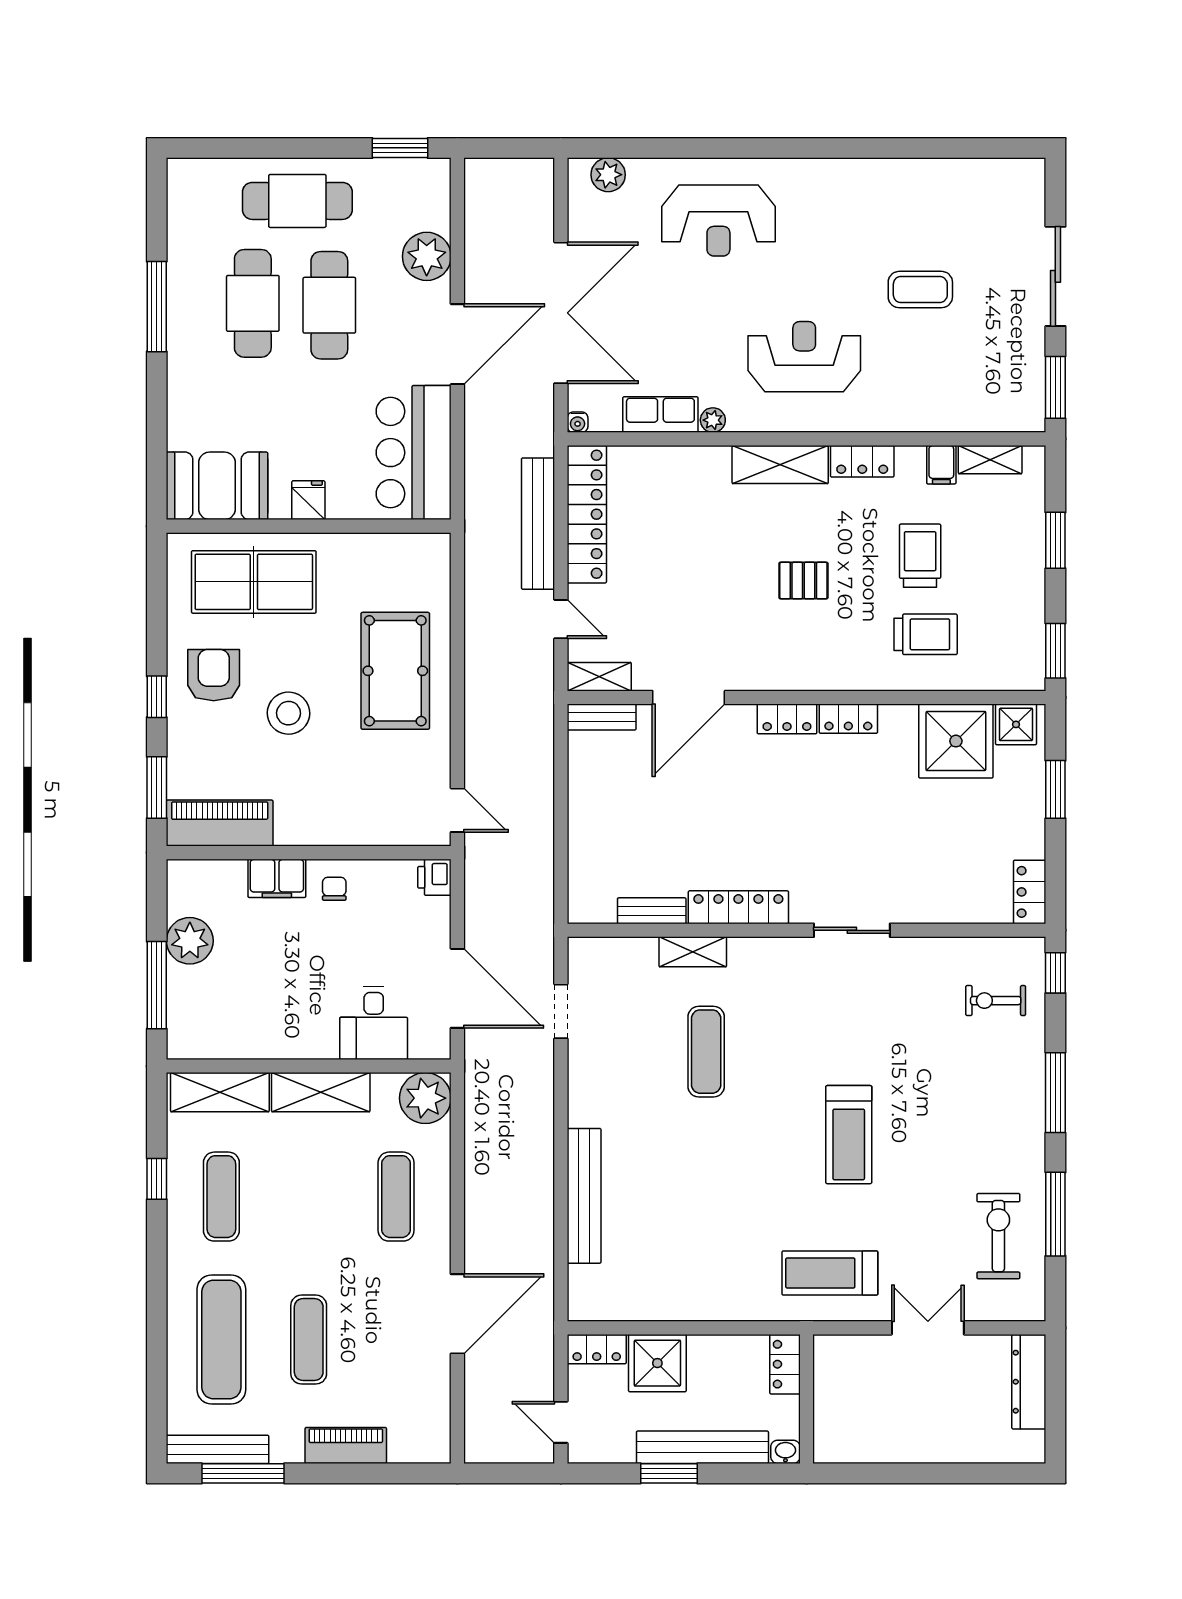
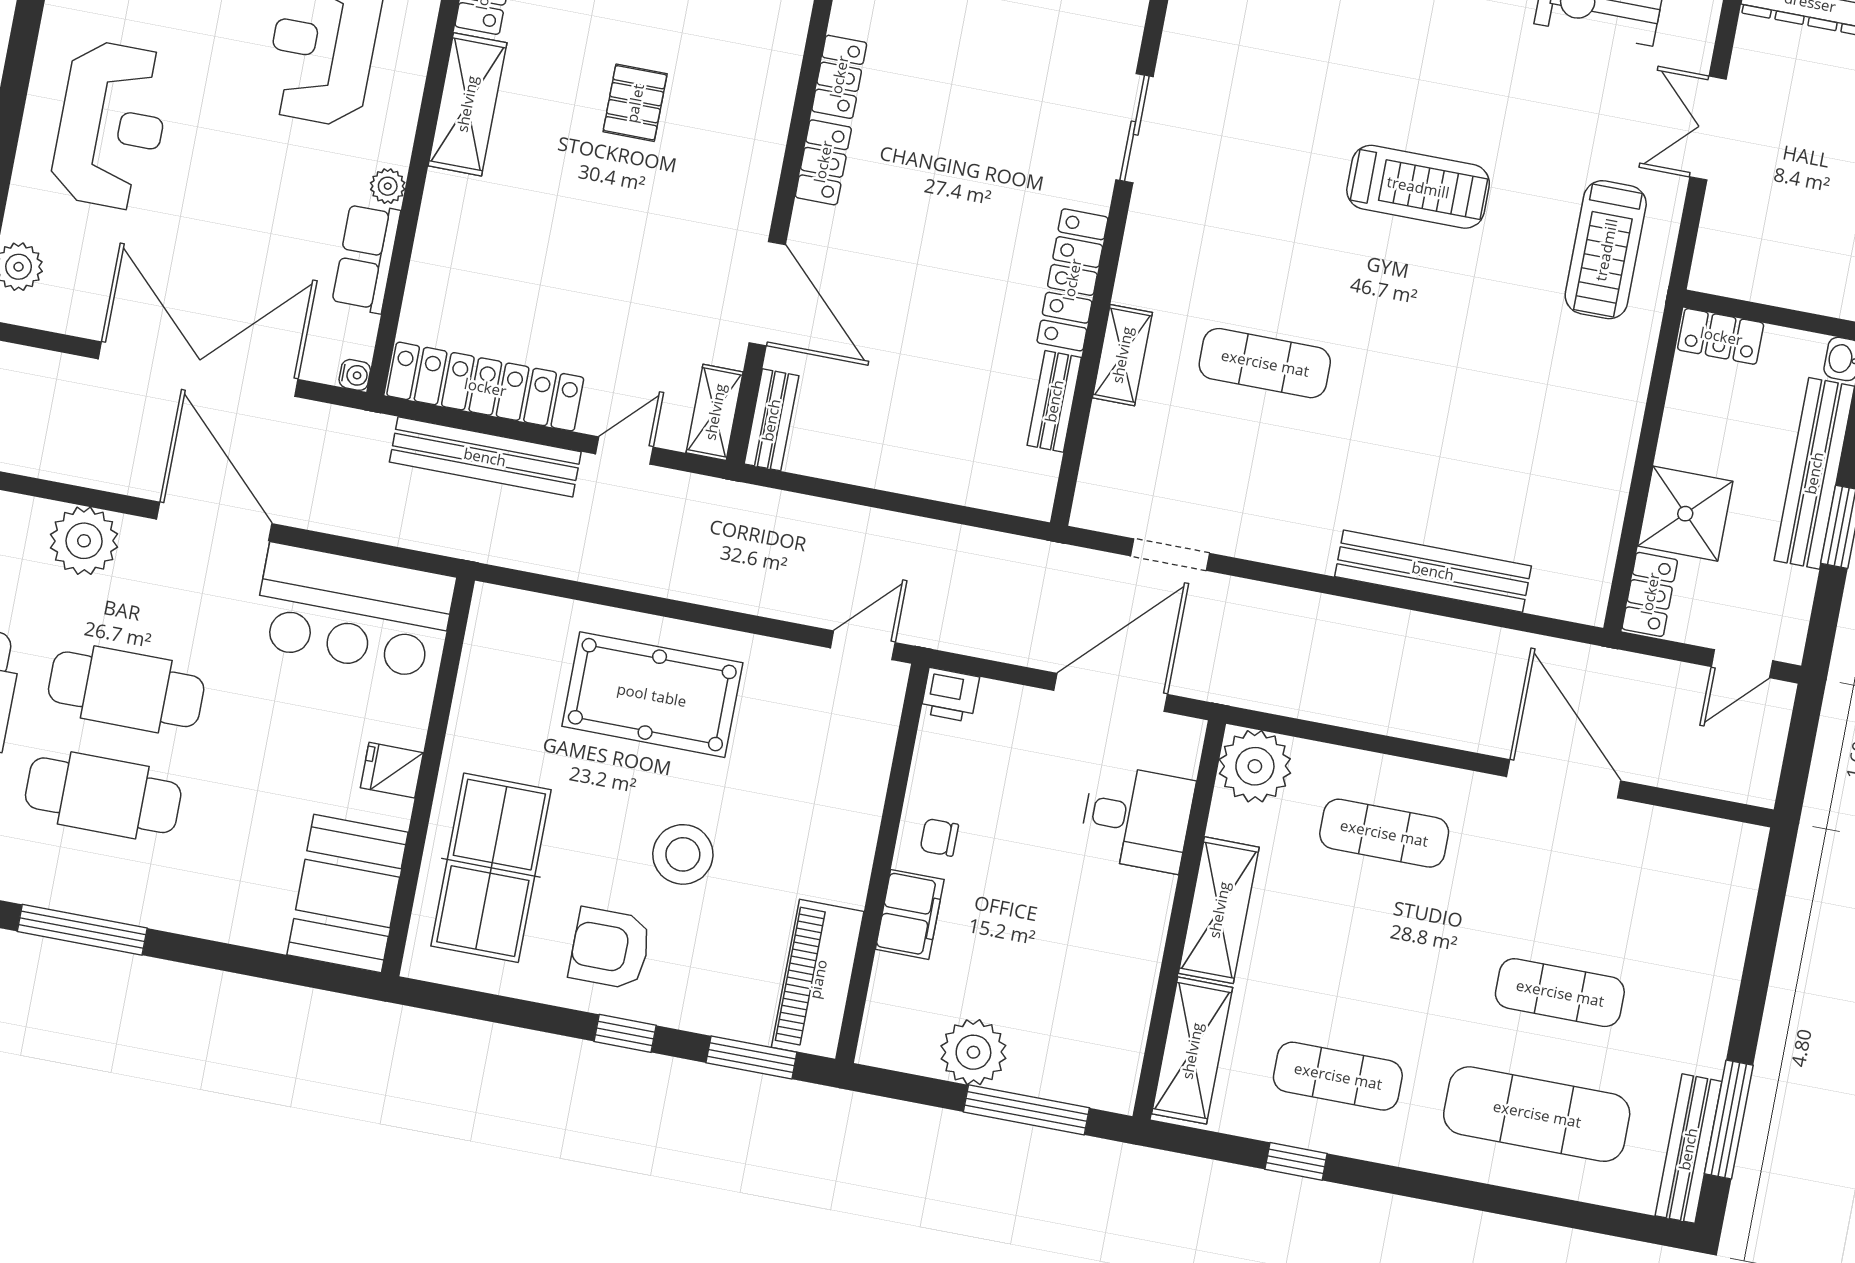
piano: (346, 1445) -> (1717, 969), removed

